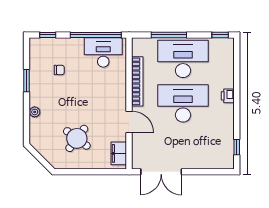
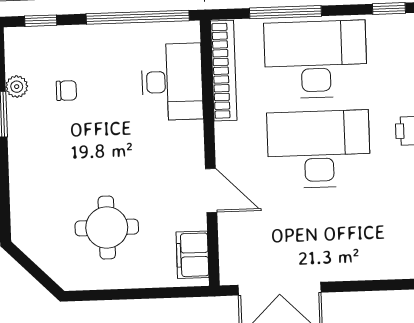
desk: (103, 52) -> (172, 82), moved, turned 90
bookcase: (137, 81) -> (224, 71), moved
plant: (35, 112) -> (17, 87), moved
round table: (77, 138) -> (107, 228), turned -37

